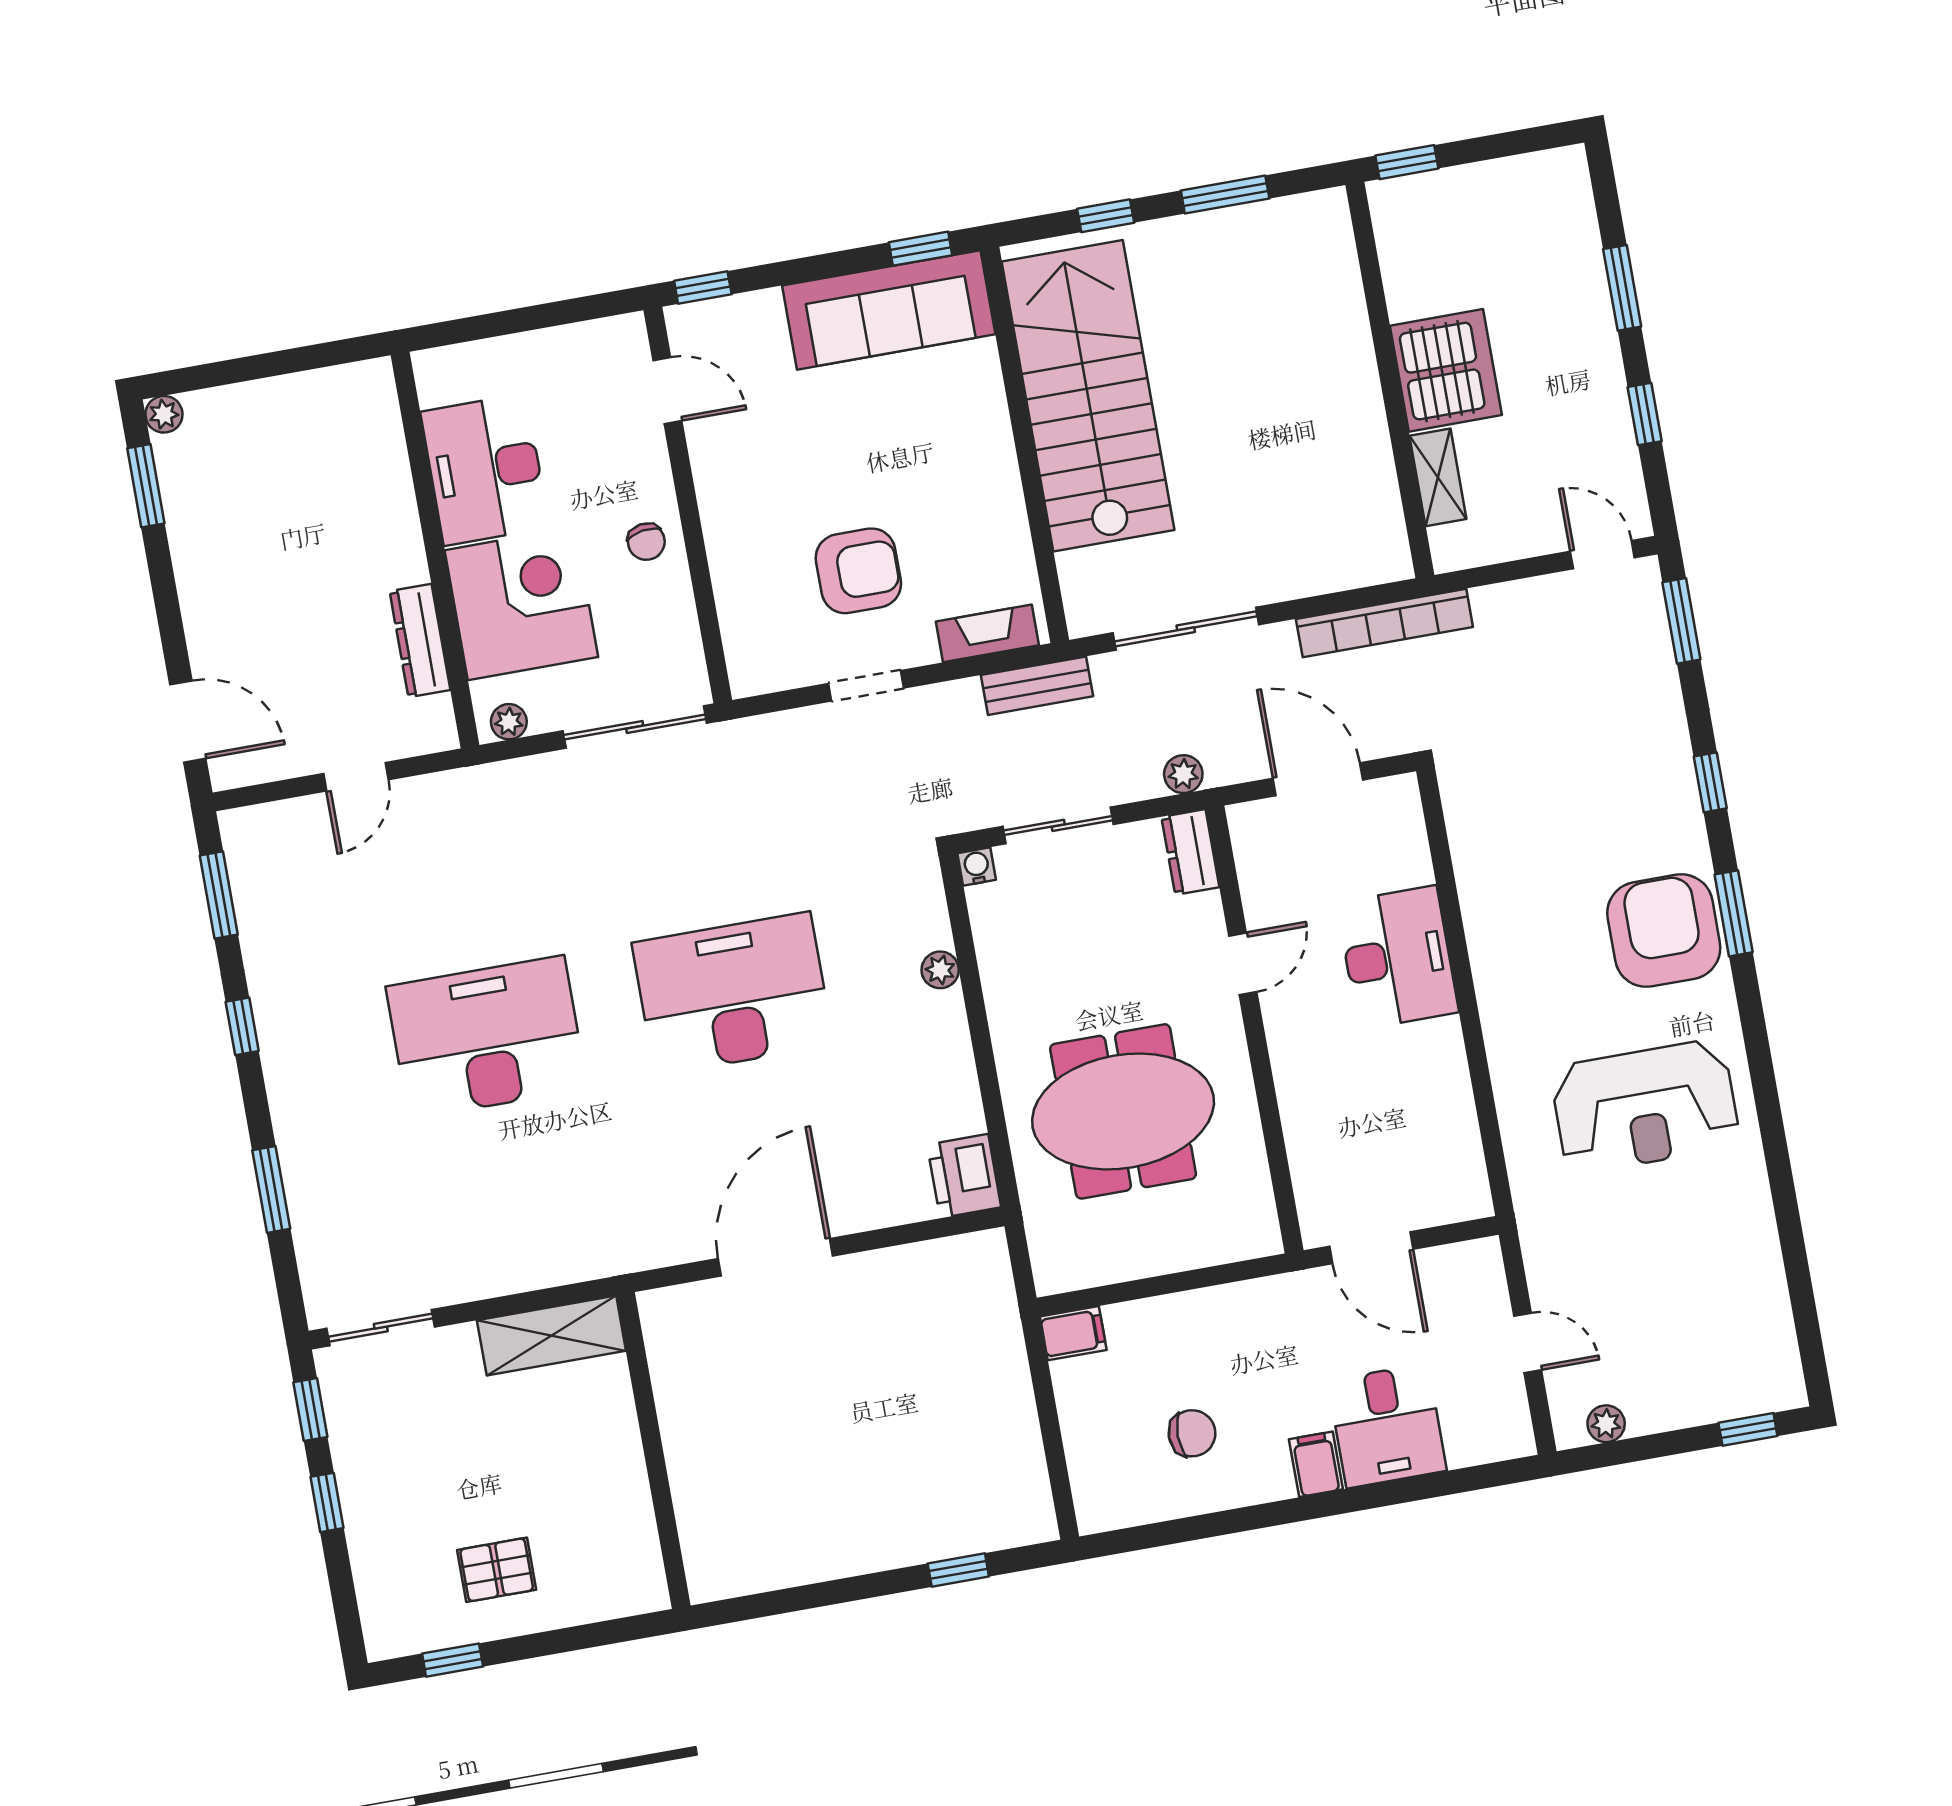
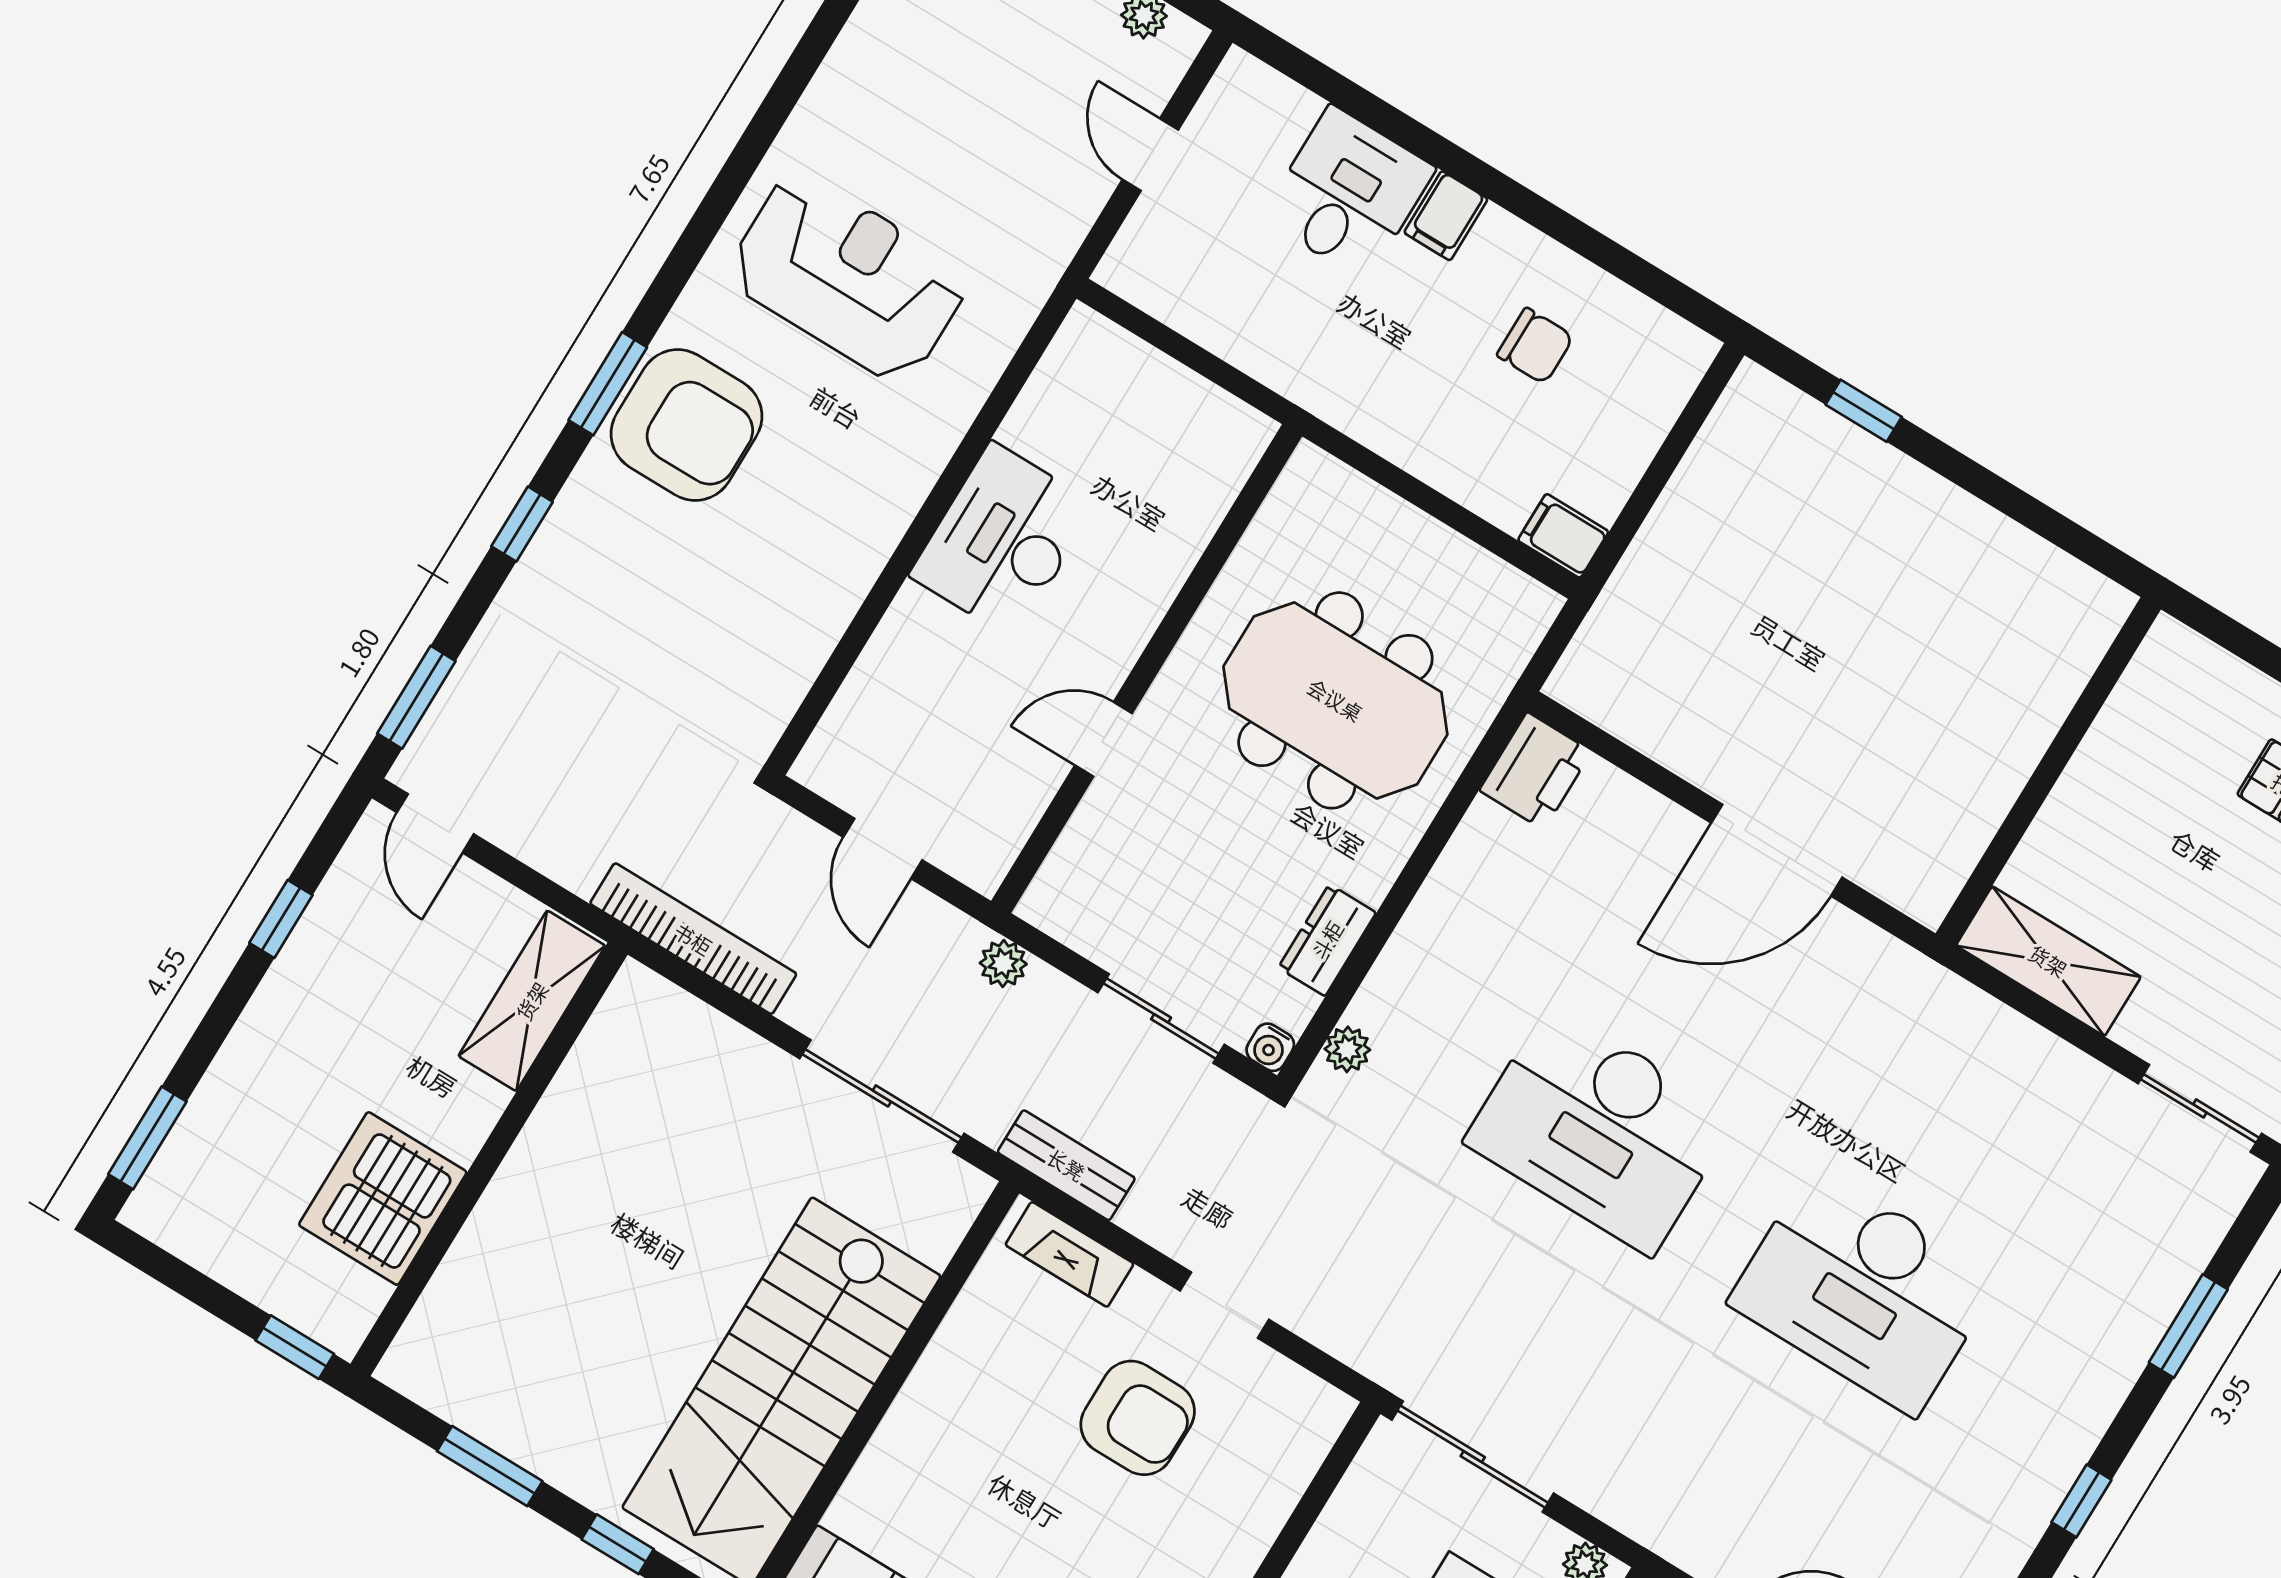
window: (1622, 288) -> (147, 1138), moved
server rack: (1446, 370) -> (383, 1199), moved
shelving: (1438, 477) -> (532, 1001), width x1.50, depth x1.33
armchair: (858, 571) -> (1138, 1418), turned 180
door: (1318, 779) -> (883, 849), width x0.73
dresser: (1190, 852) -> (1327, 940), moved, turned 180
armchair: (1664, 931) -> (686, 425), turned -90
desk: (1398, 958) -> (1003, 540), moved
plant: (940, 970) -> (1347, 1049), moved
door: (1371, 1248) -> (1217, 371), removed
chair: (1192, 1433) -> (1535, 346), turned 180

